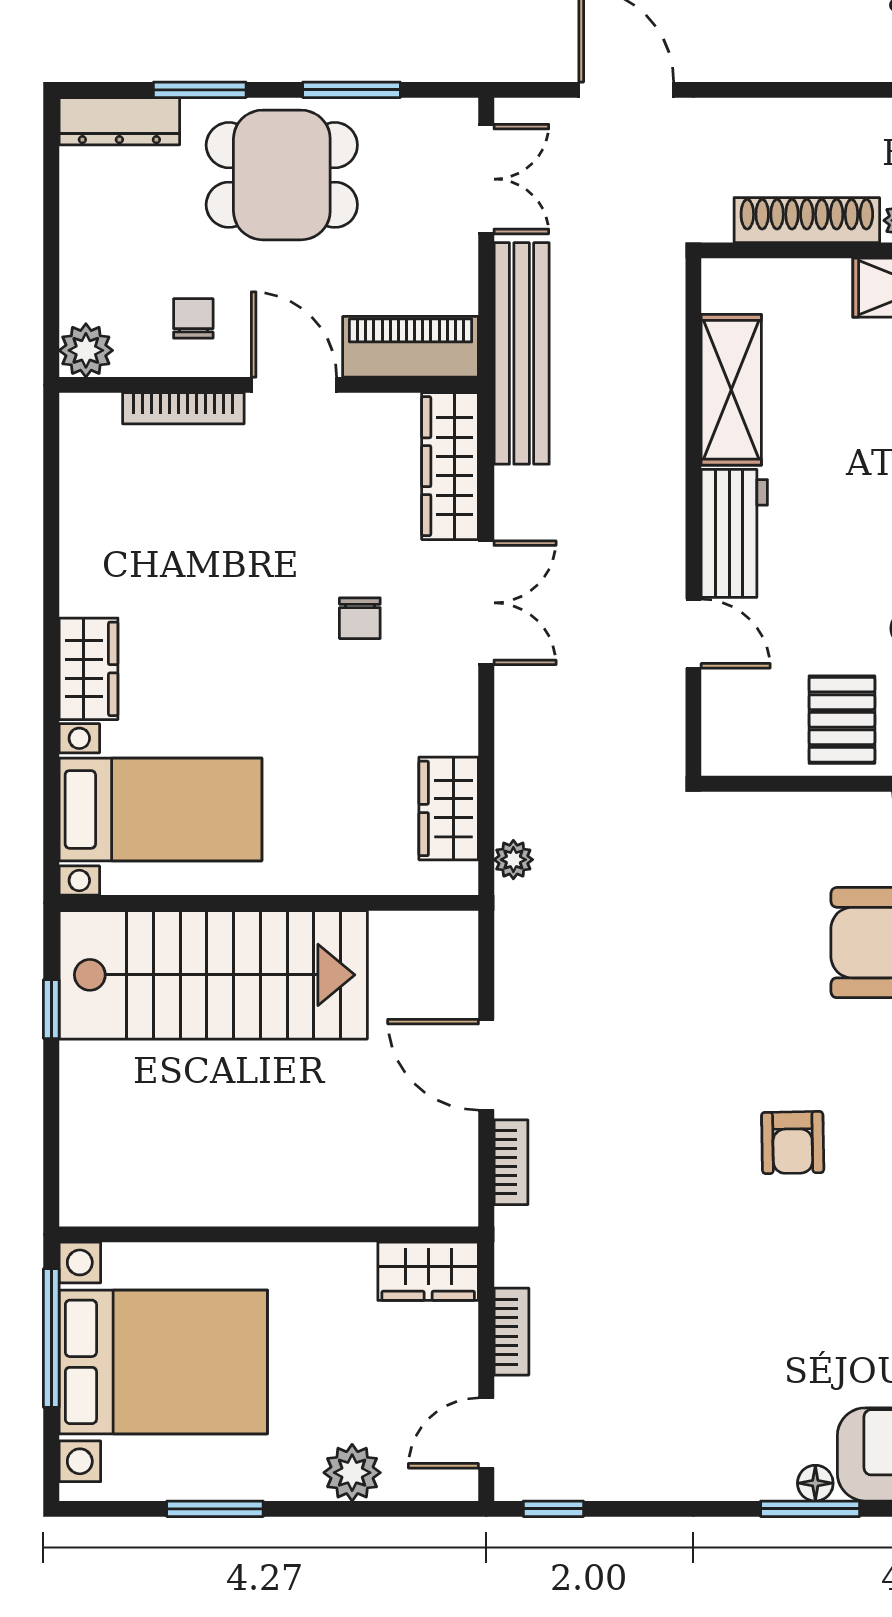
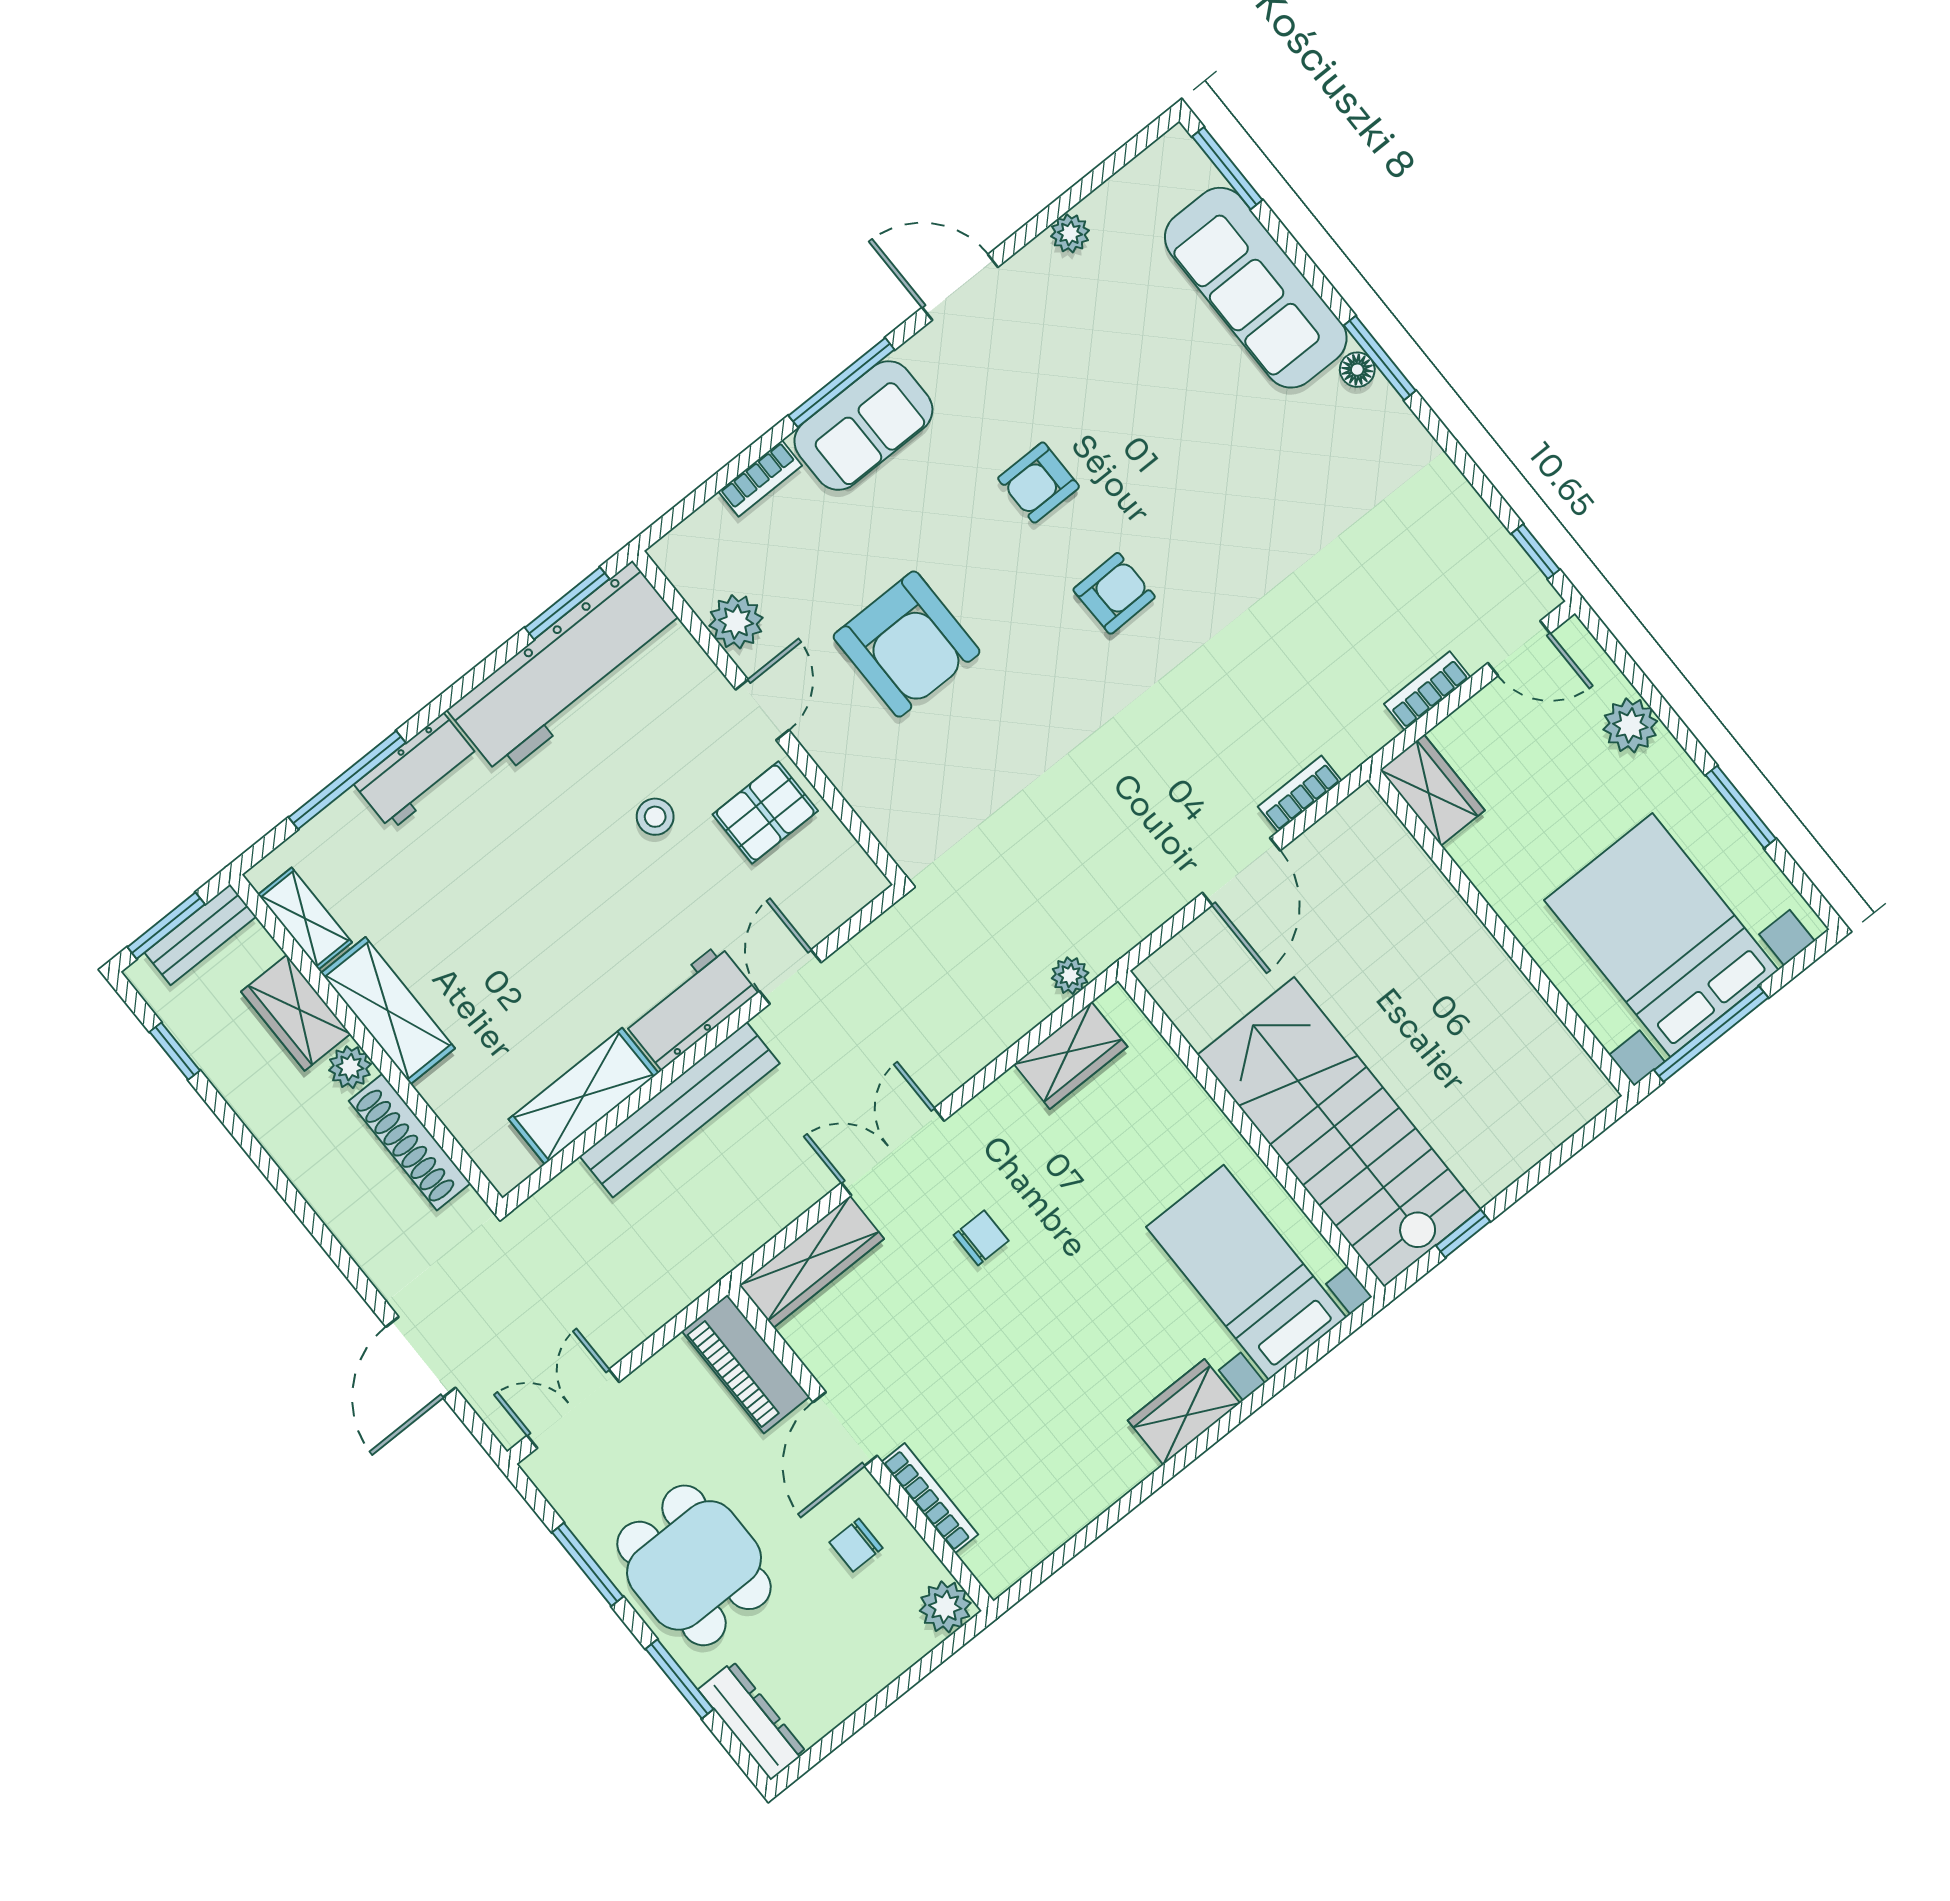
bench: (522, 353) -> (680, 1110), moved

